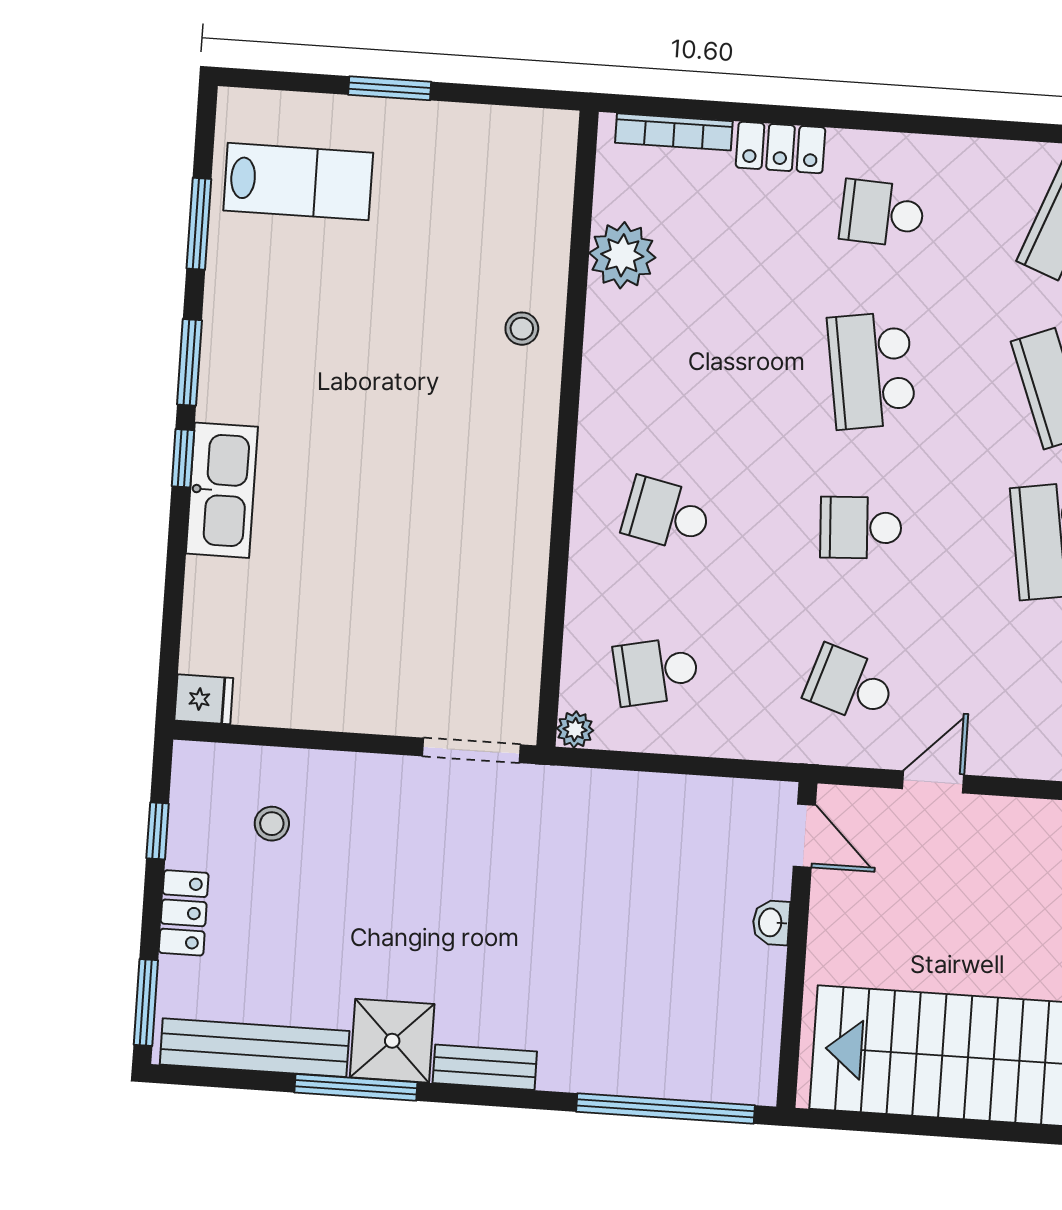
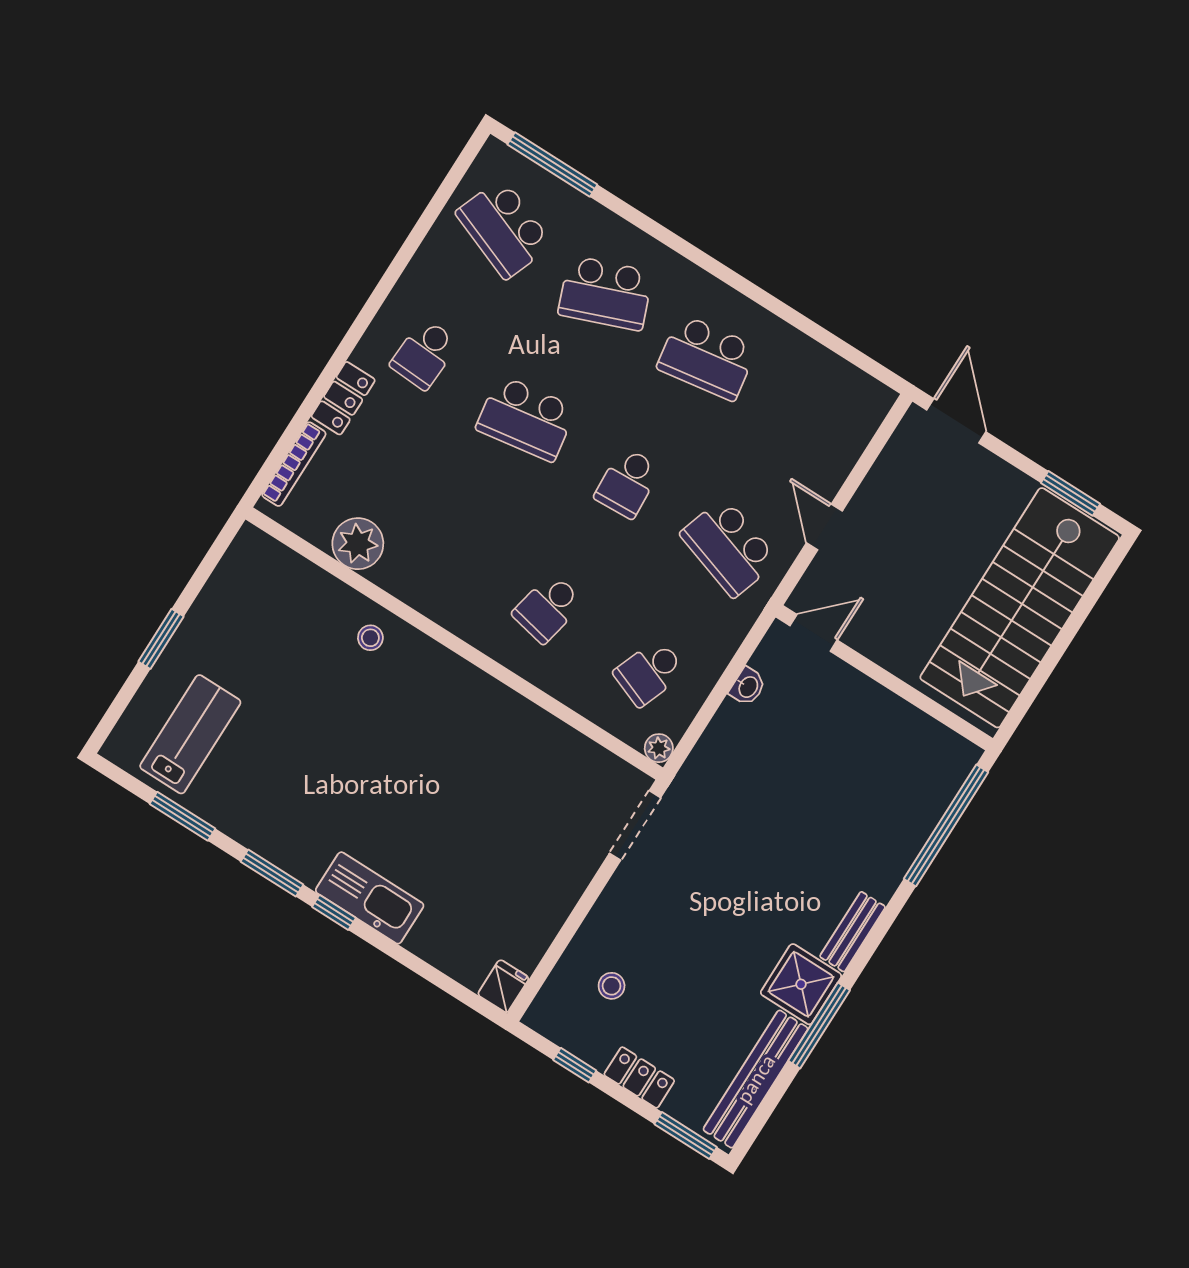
school desk: (656, 671) -> (649, 673), turned 33
school desk: (850, 685) -> (729, 547), width x1.85
washbasin: (771, 923) -> (748, 687), moved, turned -90

